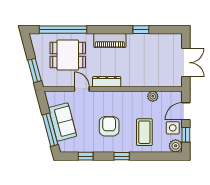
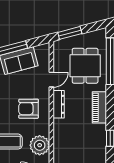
plant: (153, 96) -> (40, 145), width x1.88, depth x1.88
armchair: (109, 126) -> (29, 109), moved, turned 180

